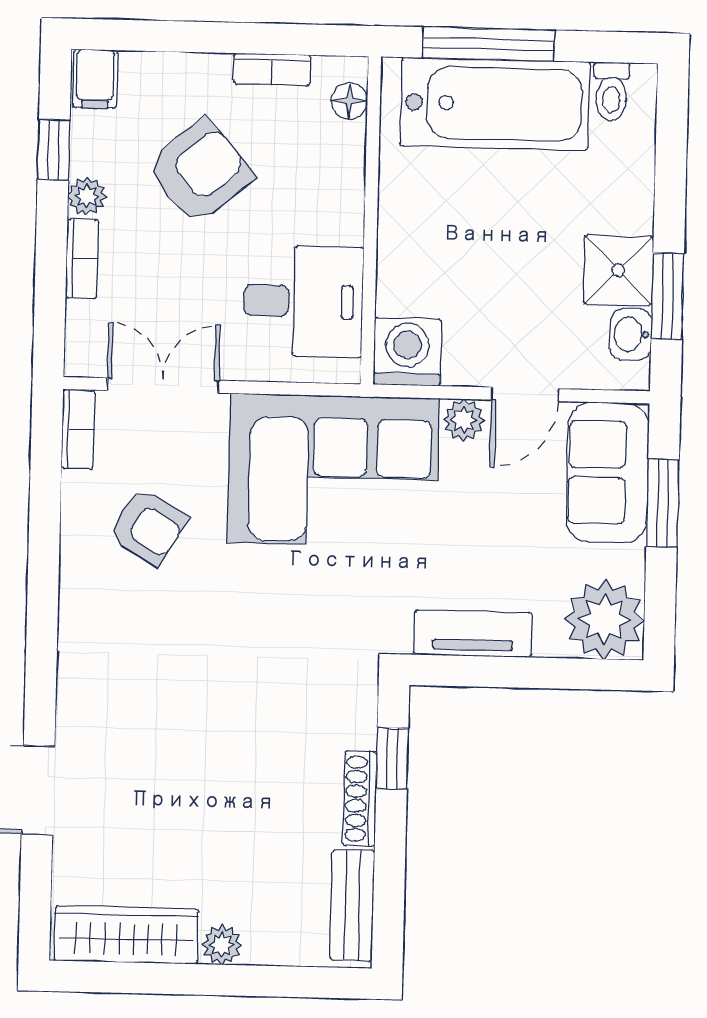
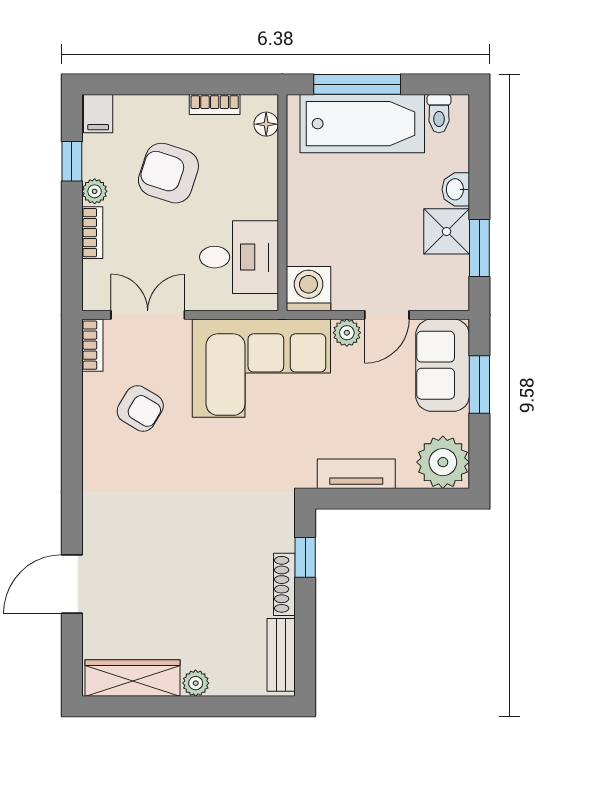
armchair: (200, 171) -> (168, 173), turned -122
washbasin: (631, 334) -> (456, 189), moved

